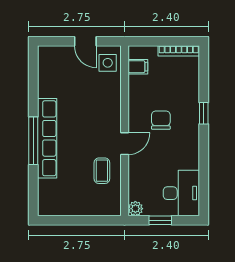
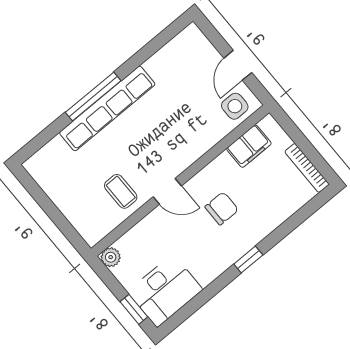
filing cabinet: (138, 67) -> (249, 146), width x2.00
window: (204, 113) -> (248, 260), moved
coffee table: (102, 171) -> (121, 191), turned 90
window: (160, 220) -> (134, 309), moved

